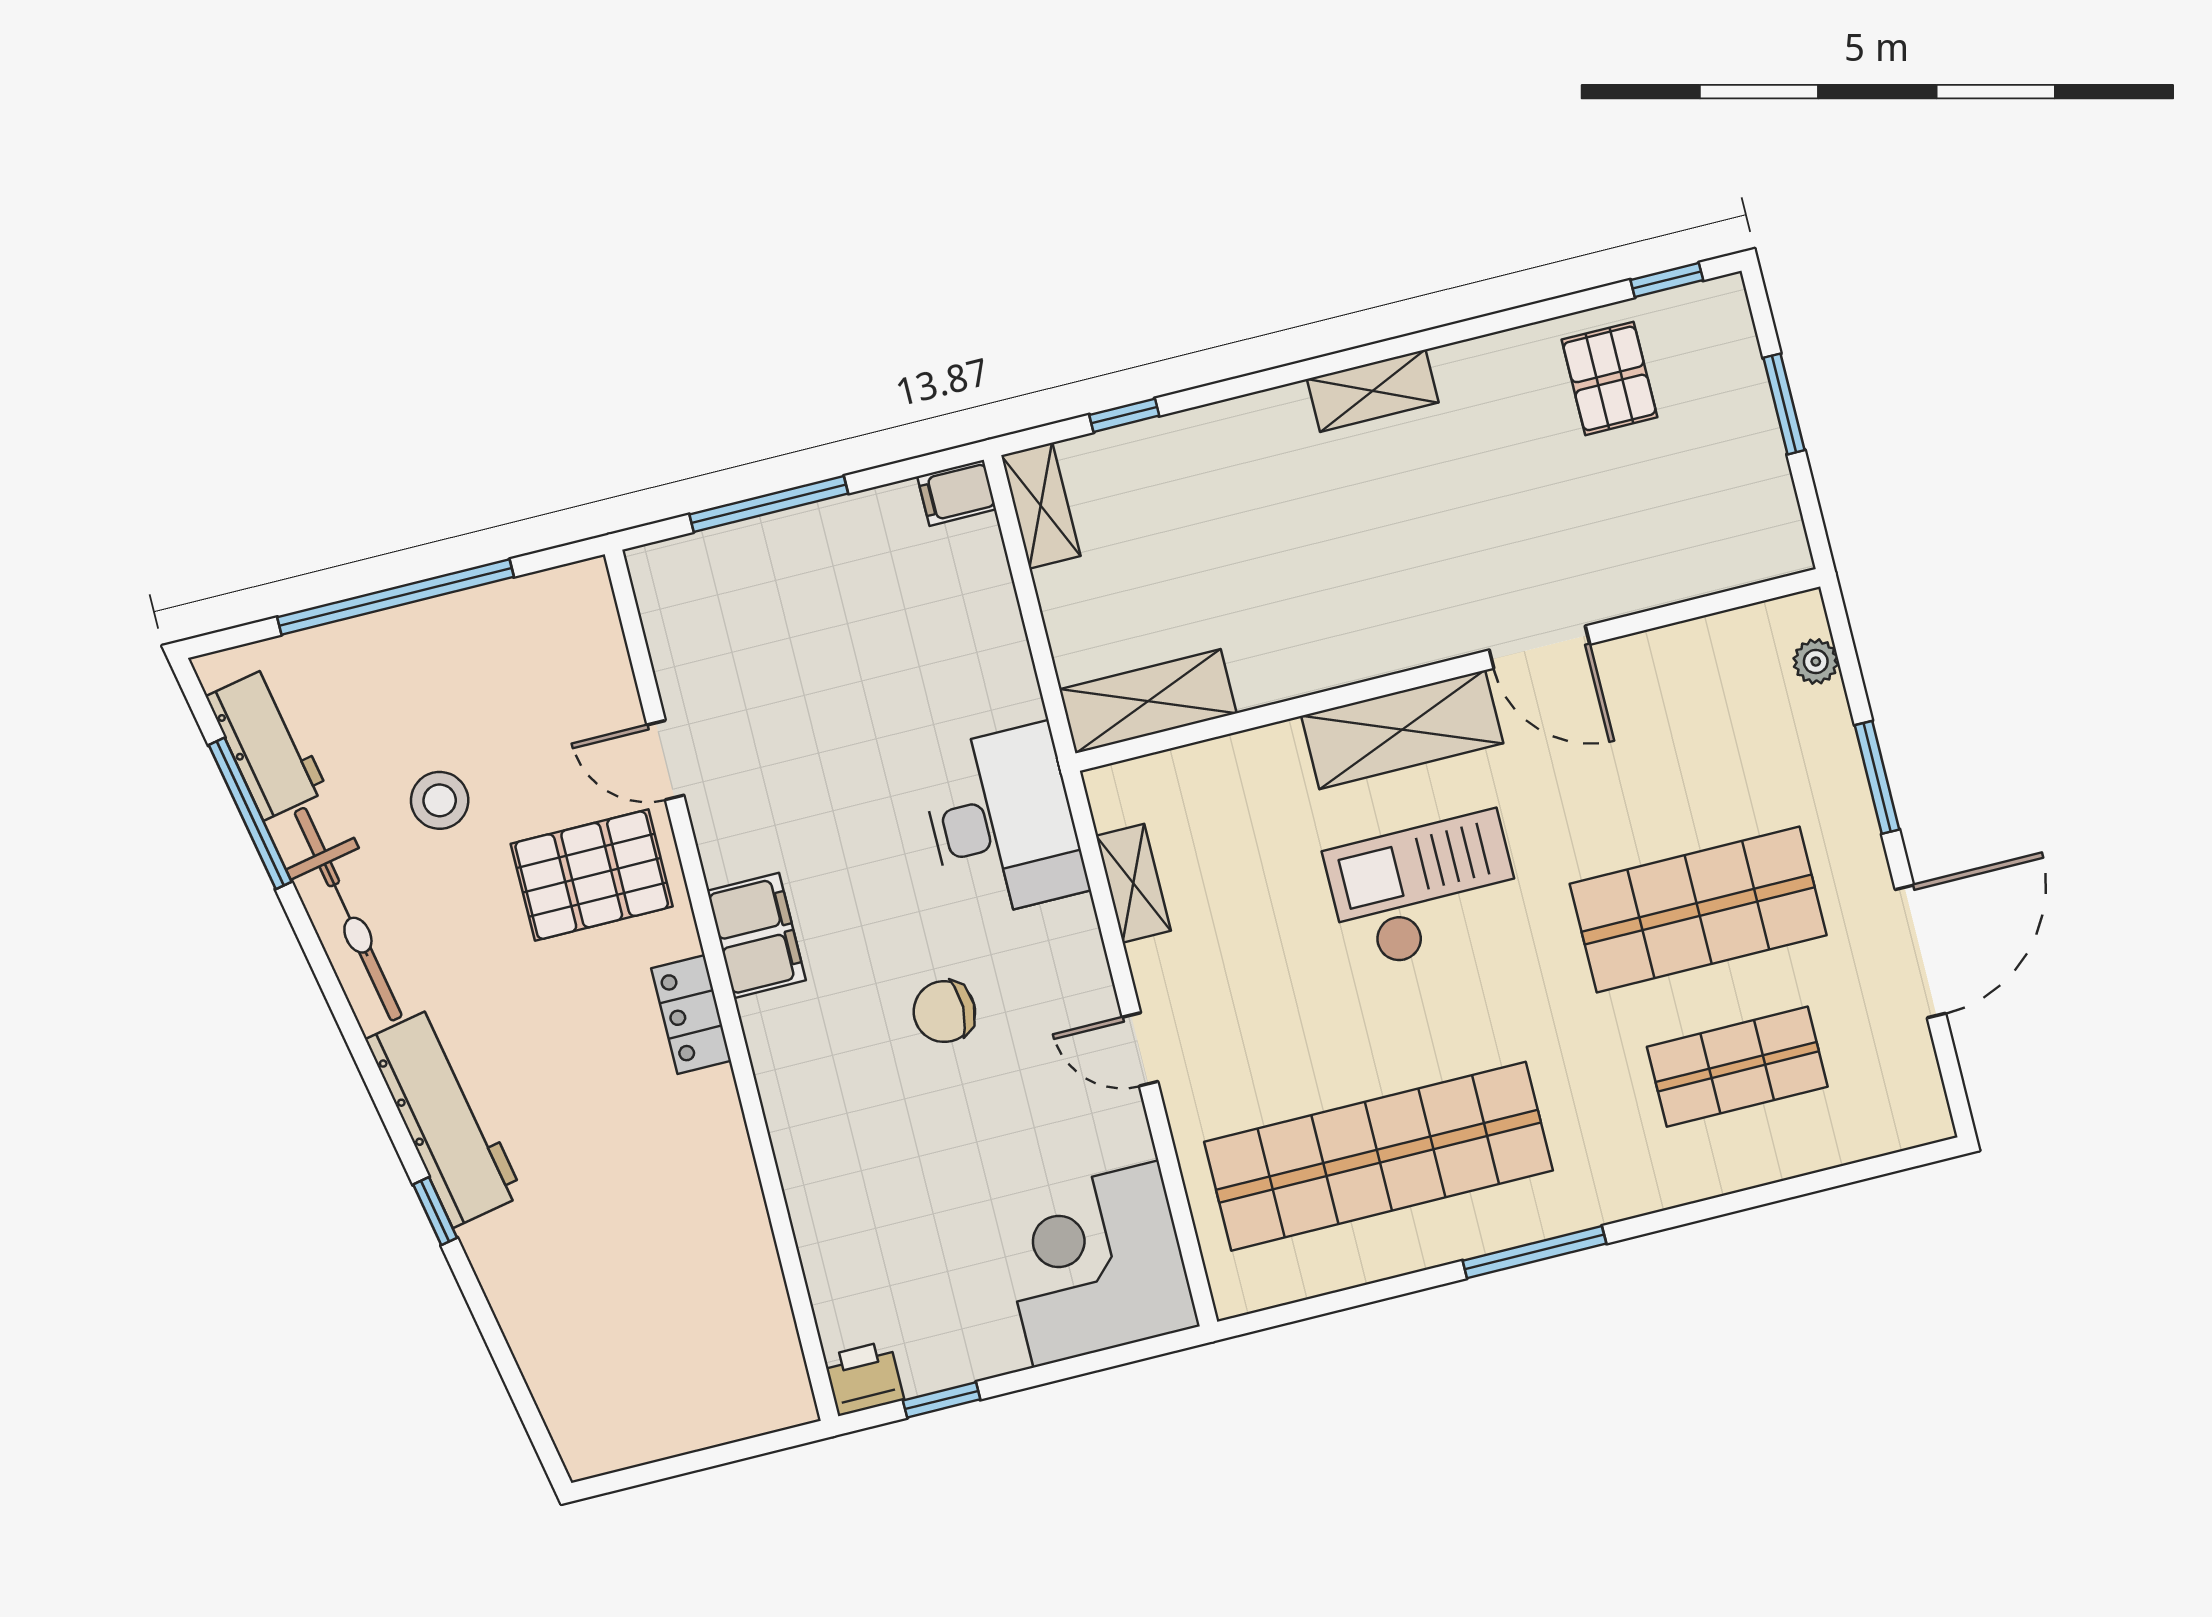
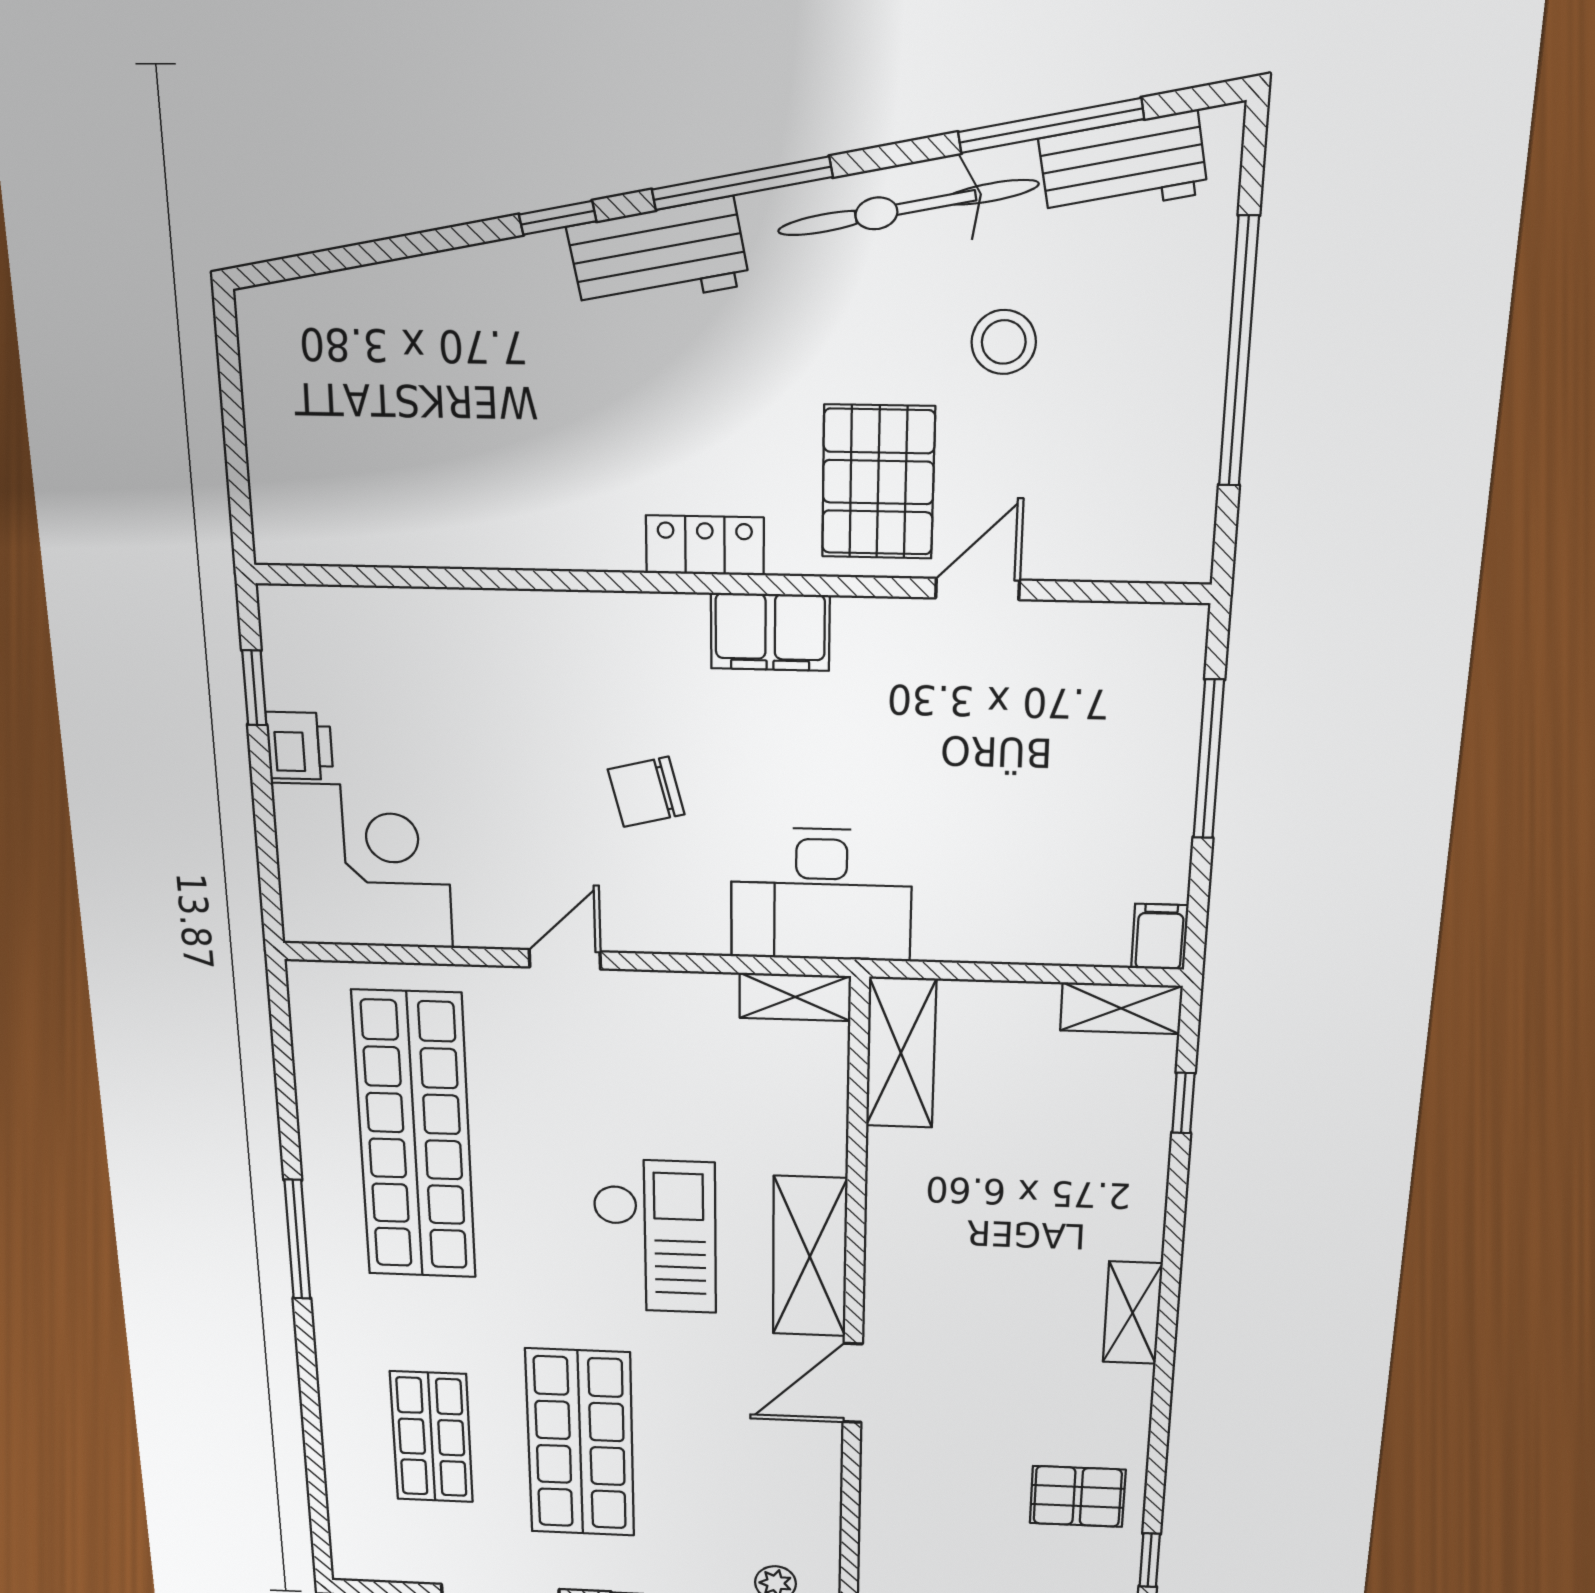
shelving: (1133, 883) -> (795, 997), moved
chair: (944, 1012) -> (646, 792), turned -104
window: (365, 1060) -> (742, 183), added
workbench: (444, 1117) -> (658, 256), width x0.73
printer: (864, 1378) -> (299, 746), moved

